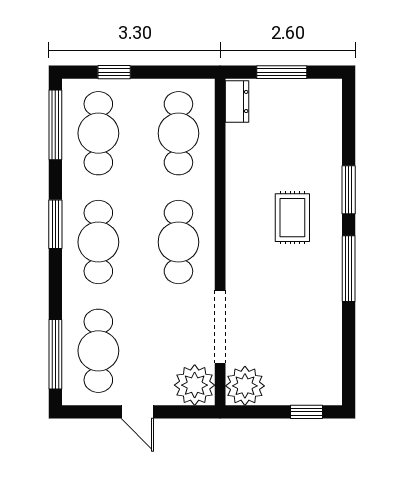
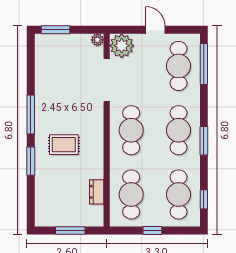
window: (114, 72) -> (152, 231), moved
dresser: (237, 101) -> (97, 192), moved
window: (55, 125) -> (204, 199), width x0.46
rug: (292, 218) -> (64, 145), turned 90
plant: (245, 386) -> (97, 40), width x0.53, depth x0.53
window: (307, 412) -> (56, 30), width x1.50

